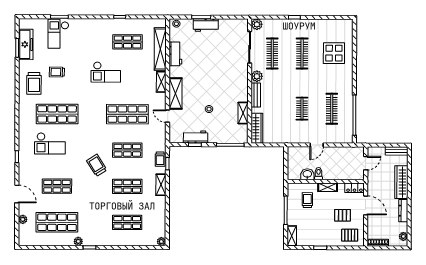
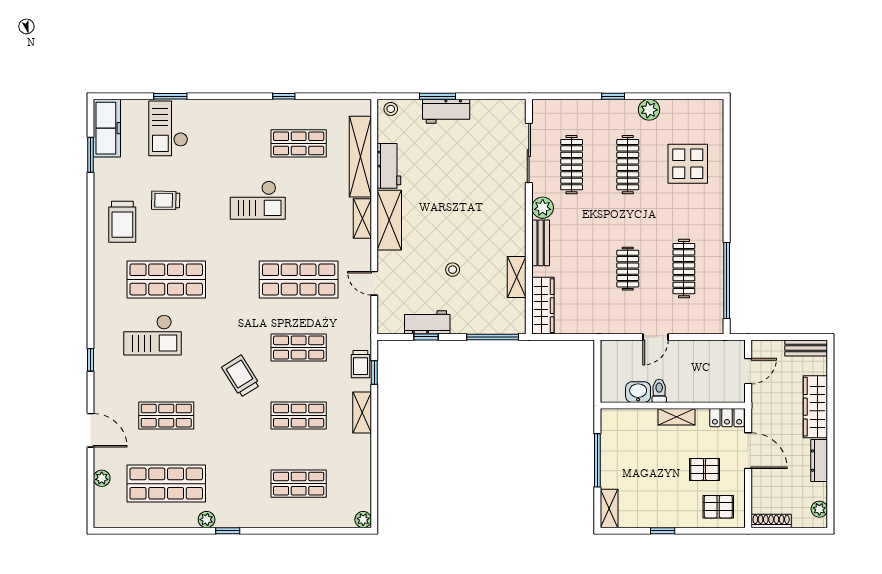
plant: (257, 24) -> (649, 110), moved
freezer: (26, 44) -> (107, 128), moved
shelving: (175, 93) -> (389, 220), moved
trolley: (307, 200) -> (638, 441), removed

